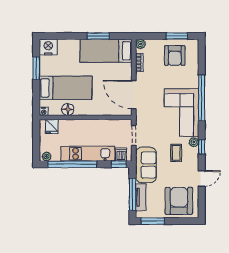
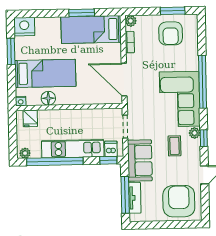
window: (153, 221) -> (149, 225), removed

